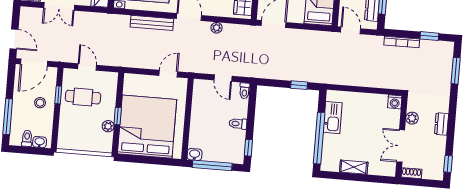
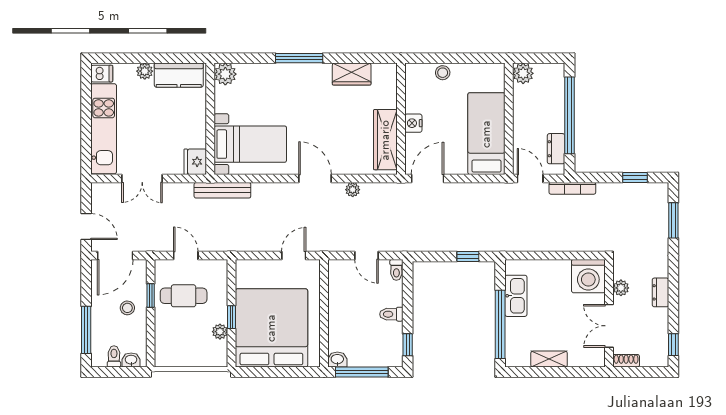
bench: (152, 23) -> (222, 190), moved
bookcase: (402, 42) -> (572, 188), moved
washing machine: (395, 102) -> (588, 276), width x1.89, depth x1.89

